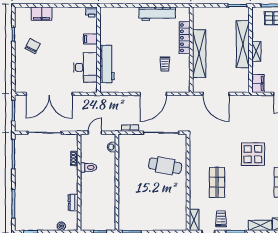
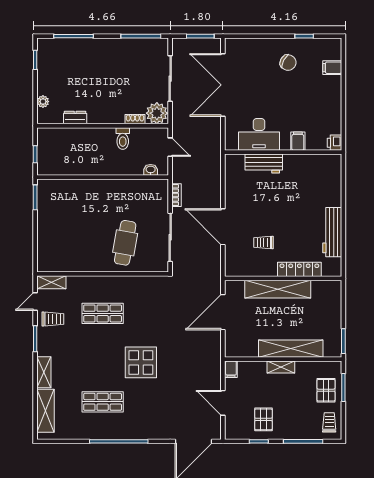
filing cabinet: (42, 14) -> (332, 68), width x0.50
workbench: (107, 64) -> (264, 164), width x0.73
filing cabinet: (258, 83) -> (231, 369), width x0.50
plant: (70, 142) -> (157, 113), added

